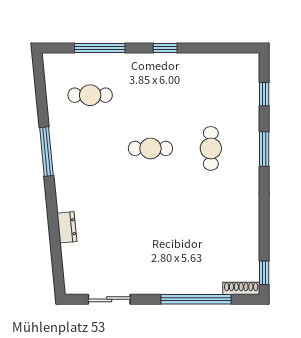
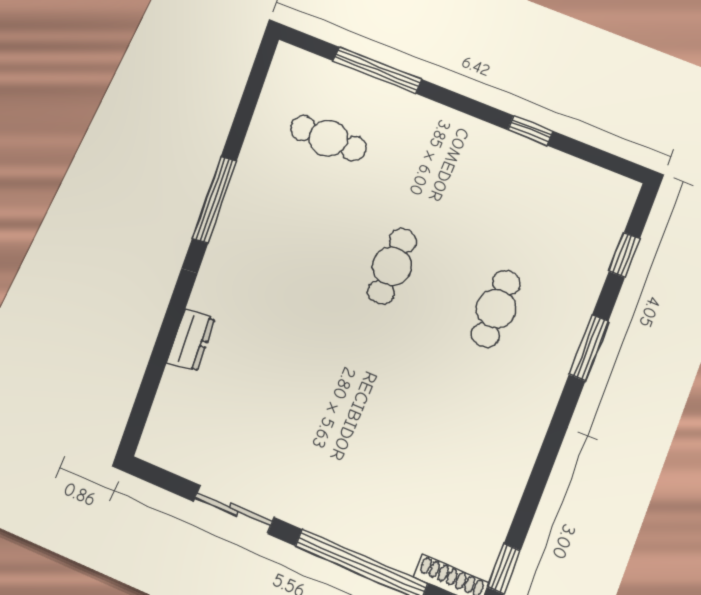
window: (165, 48) -> (530, 130), moved
cafe table: (150, 148) -> (392, 266), turned 90
sliding door: (109, 299) -> (234, 509), moved

